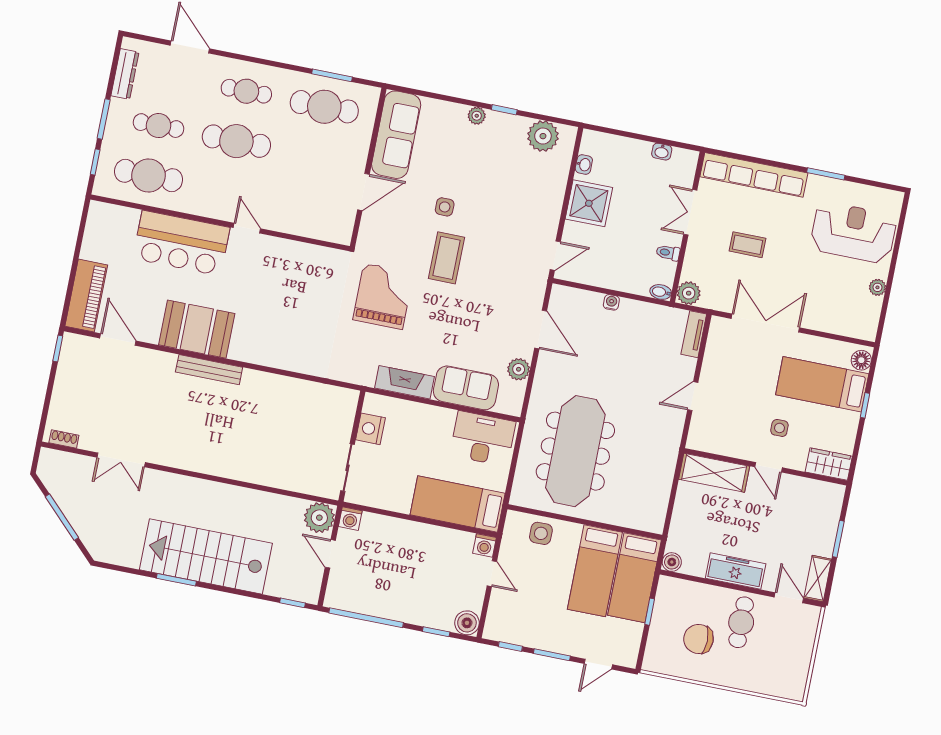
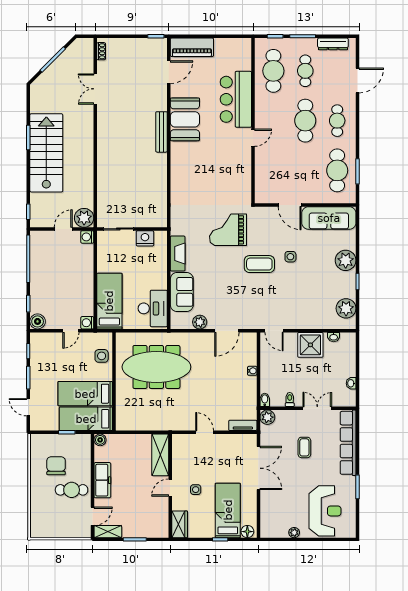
plant: (477, 116) -> (346, 260), width x1.88, depth x1.88
grand piano: (383, 296) -> (228, 230), turned 180

